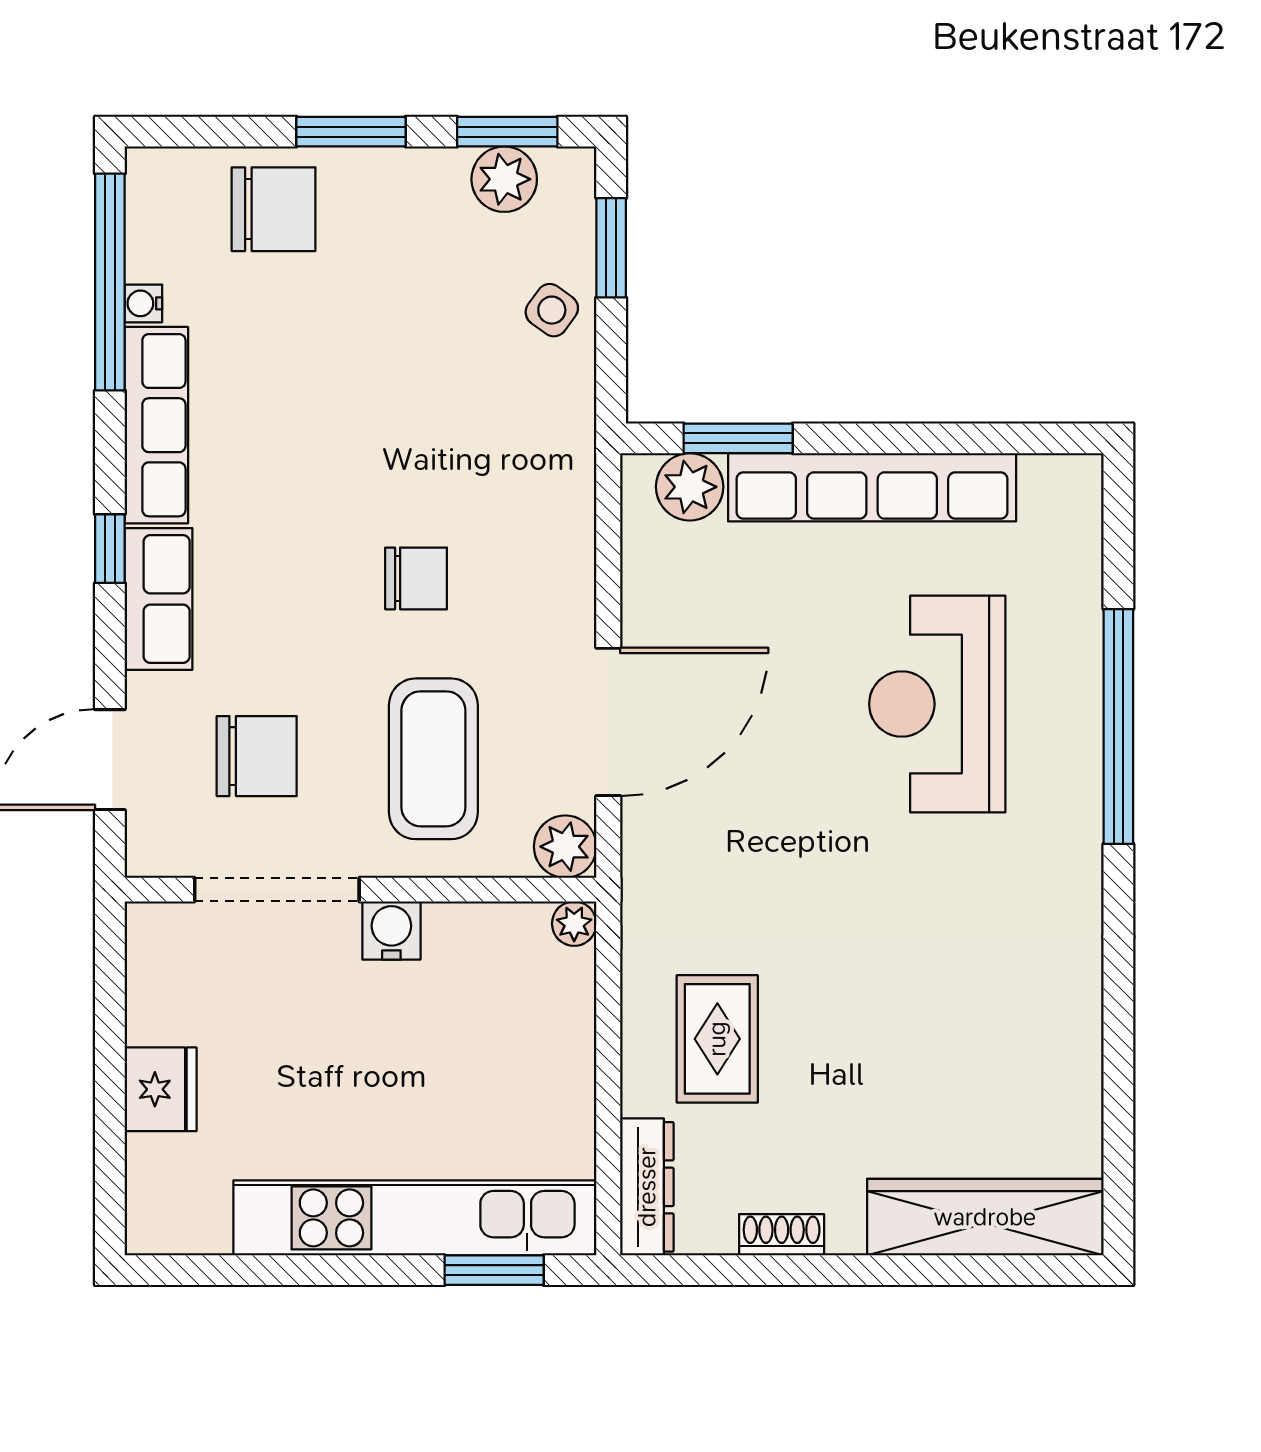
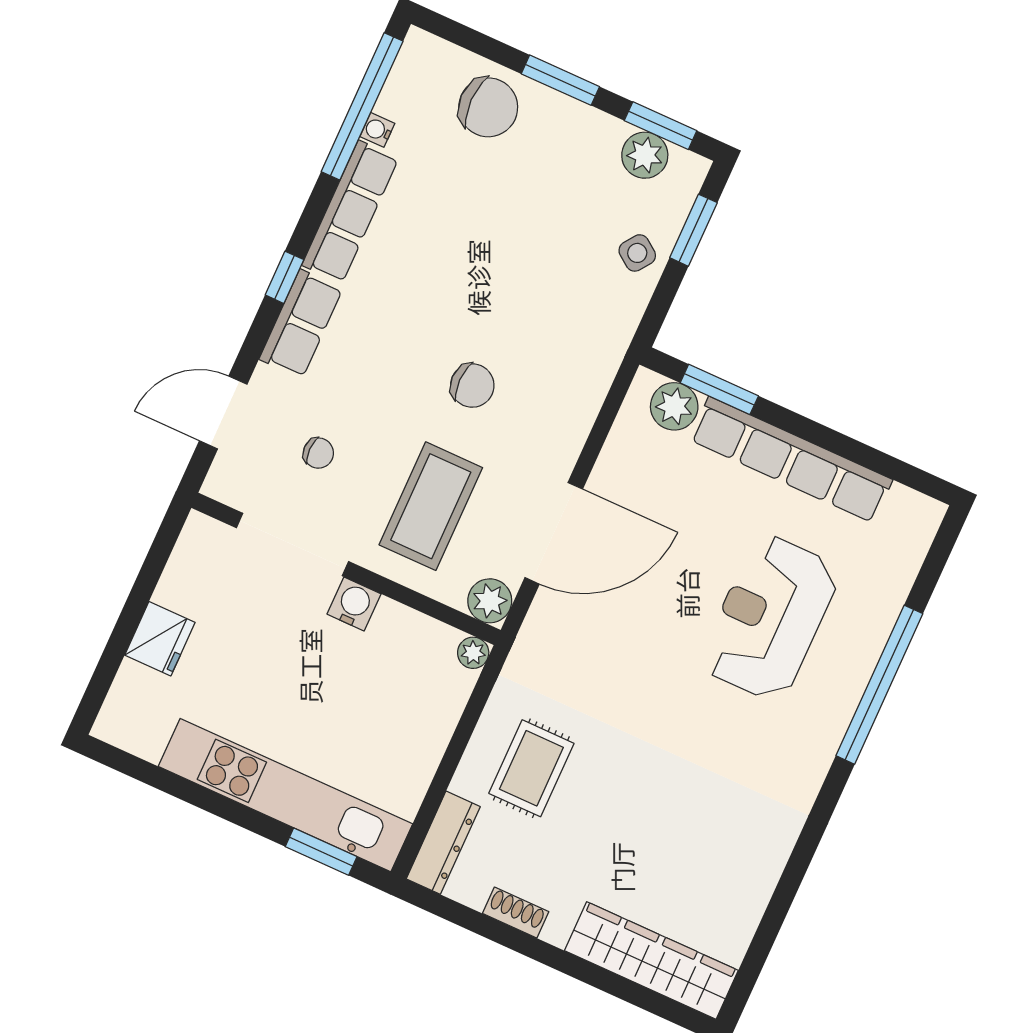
chair: (257, 756) -> (318, 453), width x0.54, depth x0.54

